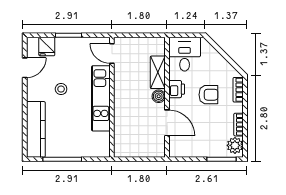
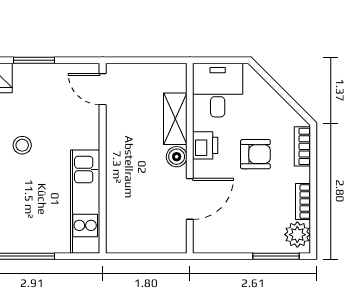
kitchen unit: (101, 98) -> (85, 202), moved
door: (167, 123) -> (190, 199), hinge flipped

